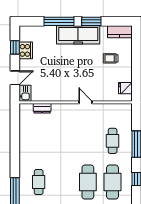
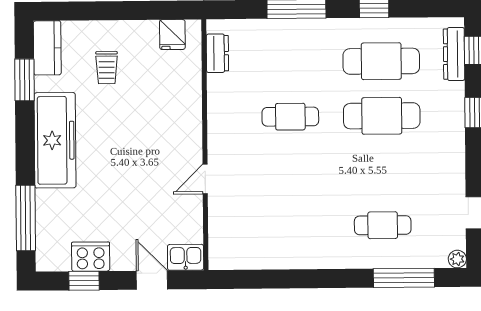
window: (59, 21) -> (26, 218), moved
window: (91, 21) -> (24, 80), moved
door: (85, 102) -> (205, 179), moved
dresser: (42, 108) -> (217, 53), moved
cafe table: (113, 141) -> (290, 117), moved

